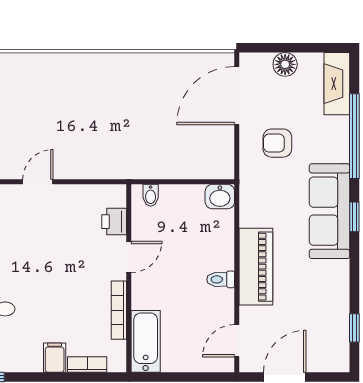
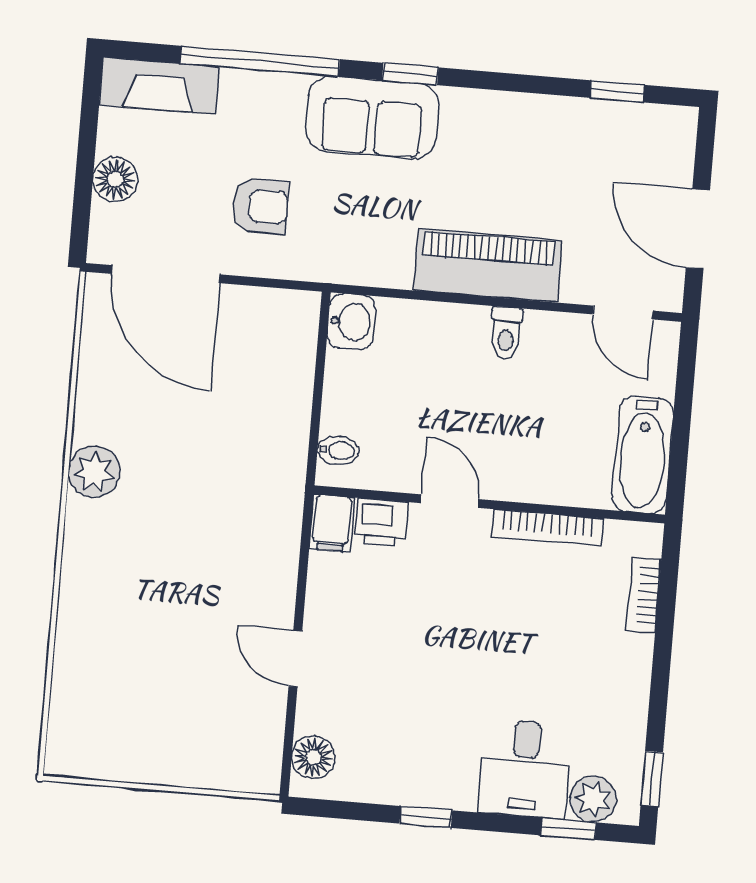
plant: (128, 66) -> (94, 472), added
armchair: (277, 143) -> (261, 206), turned -90
sofa: (330, 211) -> (372, 118), width x0.73
bathtub: (146, 341) -> (643, 455), moved, turned -90
filing cabinet: (55, 358) -> (332, 523), moved, turned -90

